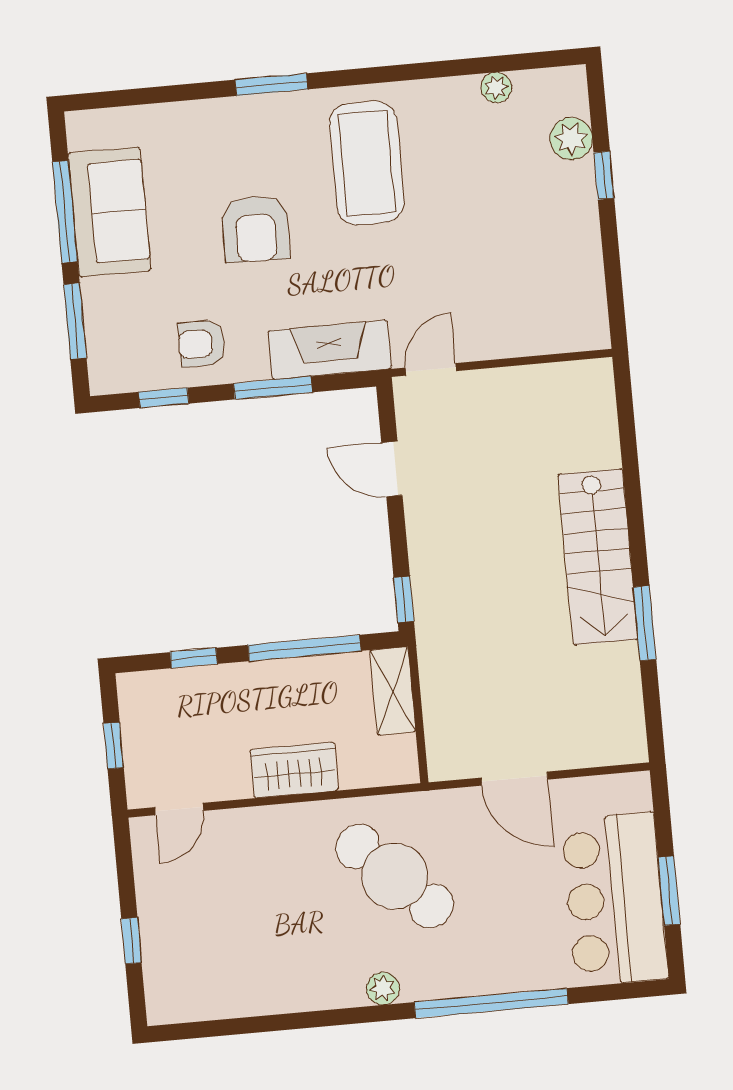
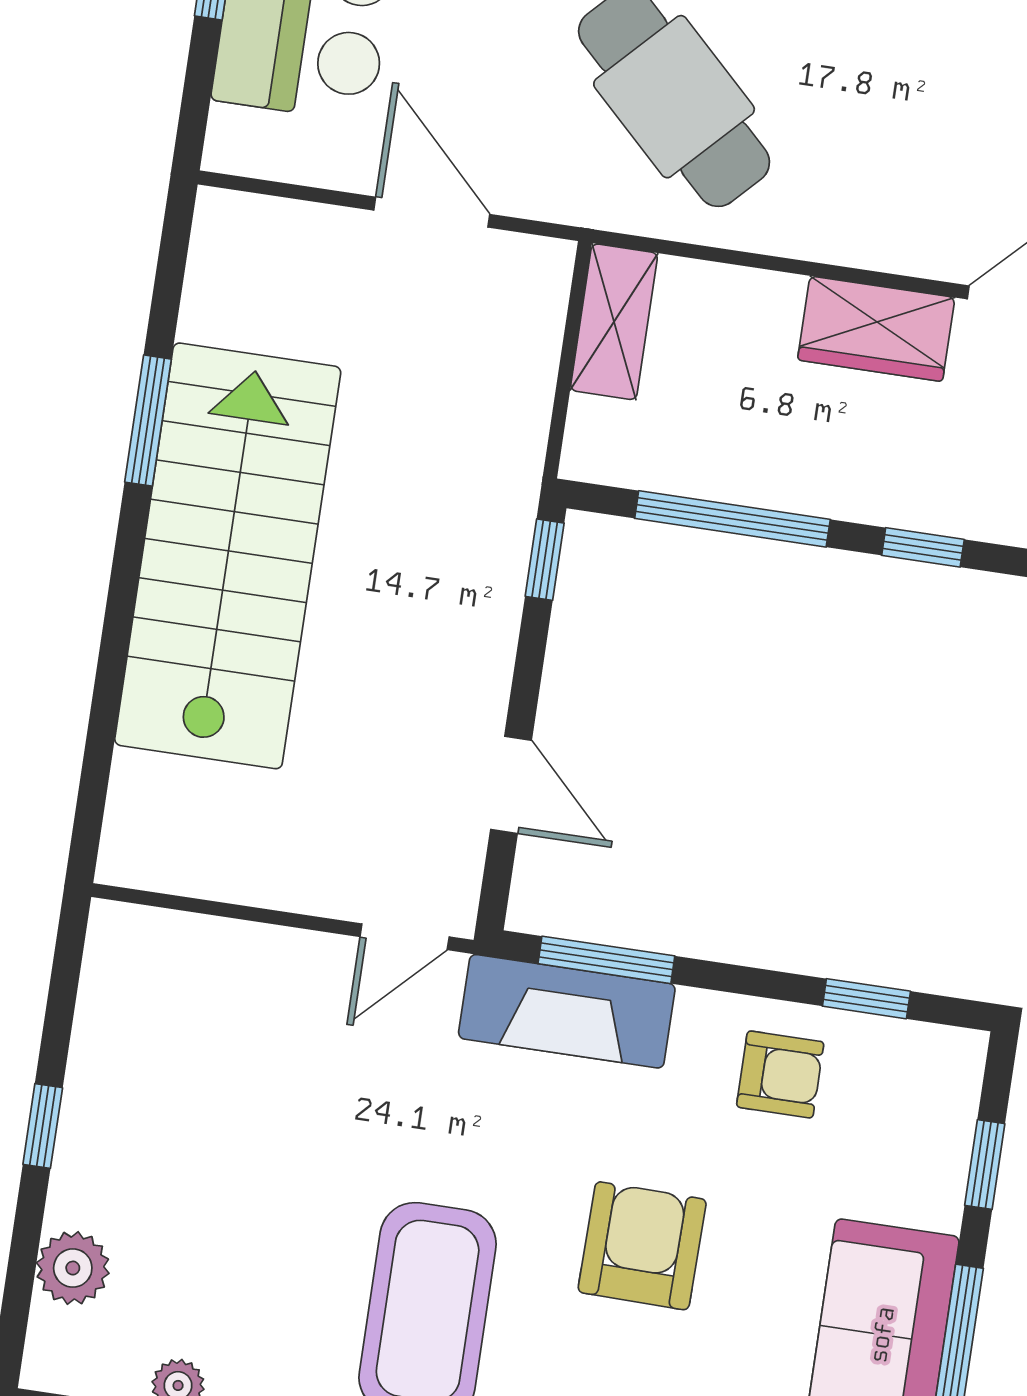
window: (604, 175) -> (43, 1126), moved
window: (75, 321) -> (985, 1165), width x0.67
window: (273, 388) -> (606, 960), moved
stairs: (598, 557) -> (228, 556), width x1.36, depth x1.51
shelving: (393, 691) -> (614, 322), moved
wardrobe: (294, 770) -> (876, 329), moved

